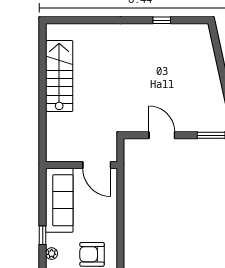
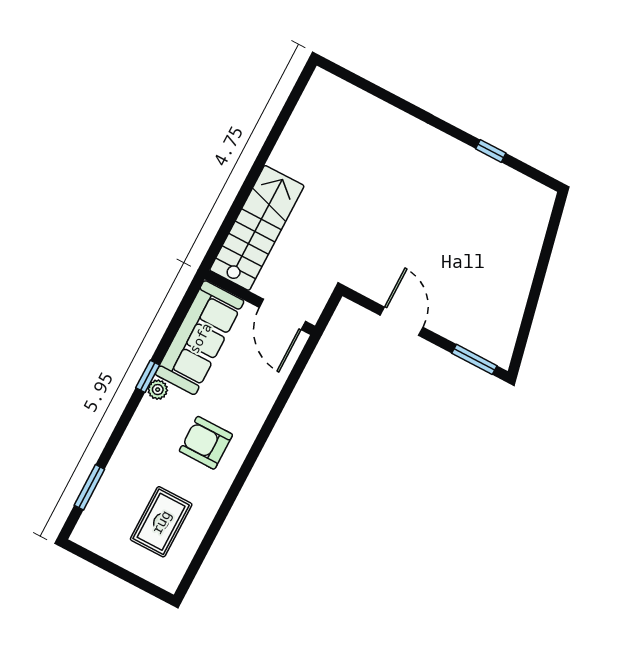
stairs: (59, 76) -> (257, 228), moved
plant: (52, 254) -> (158, 390), moved

